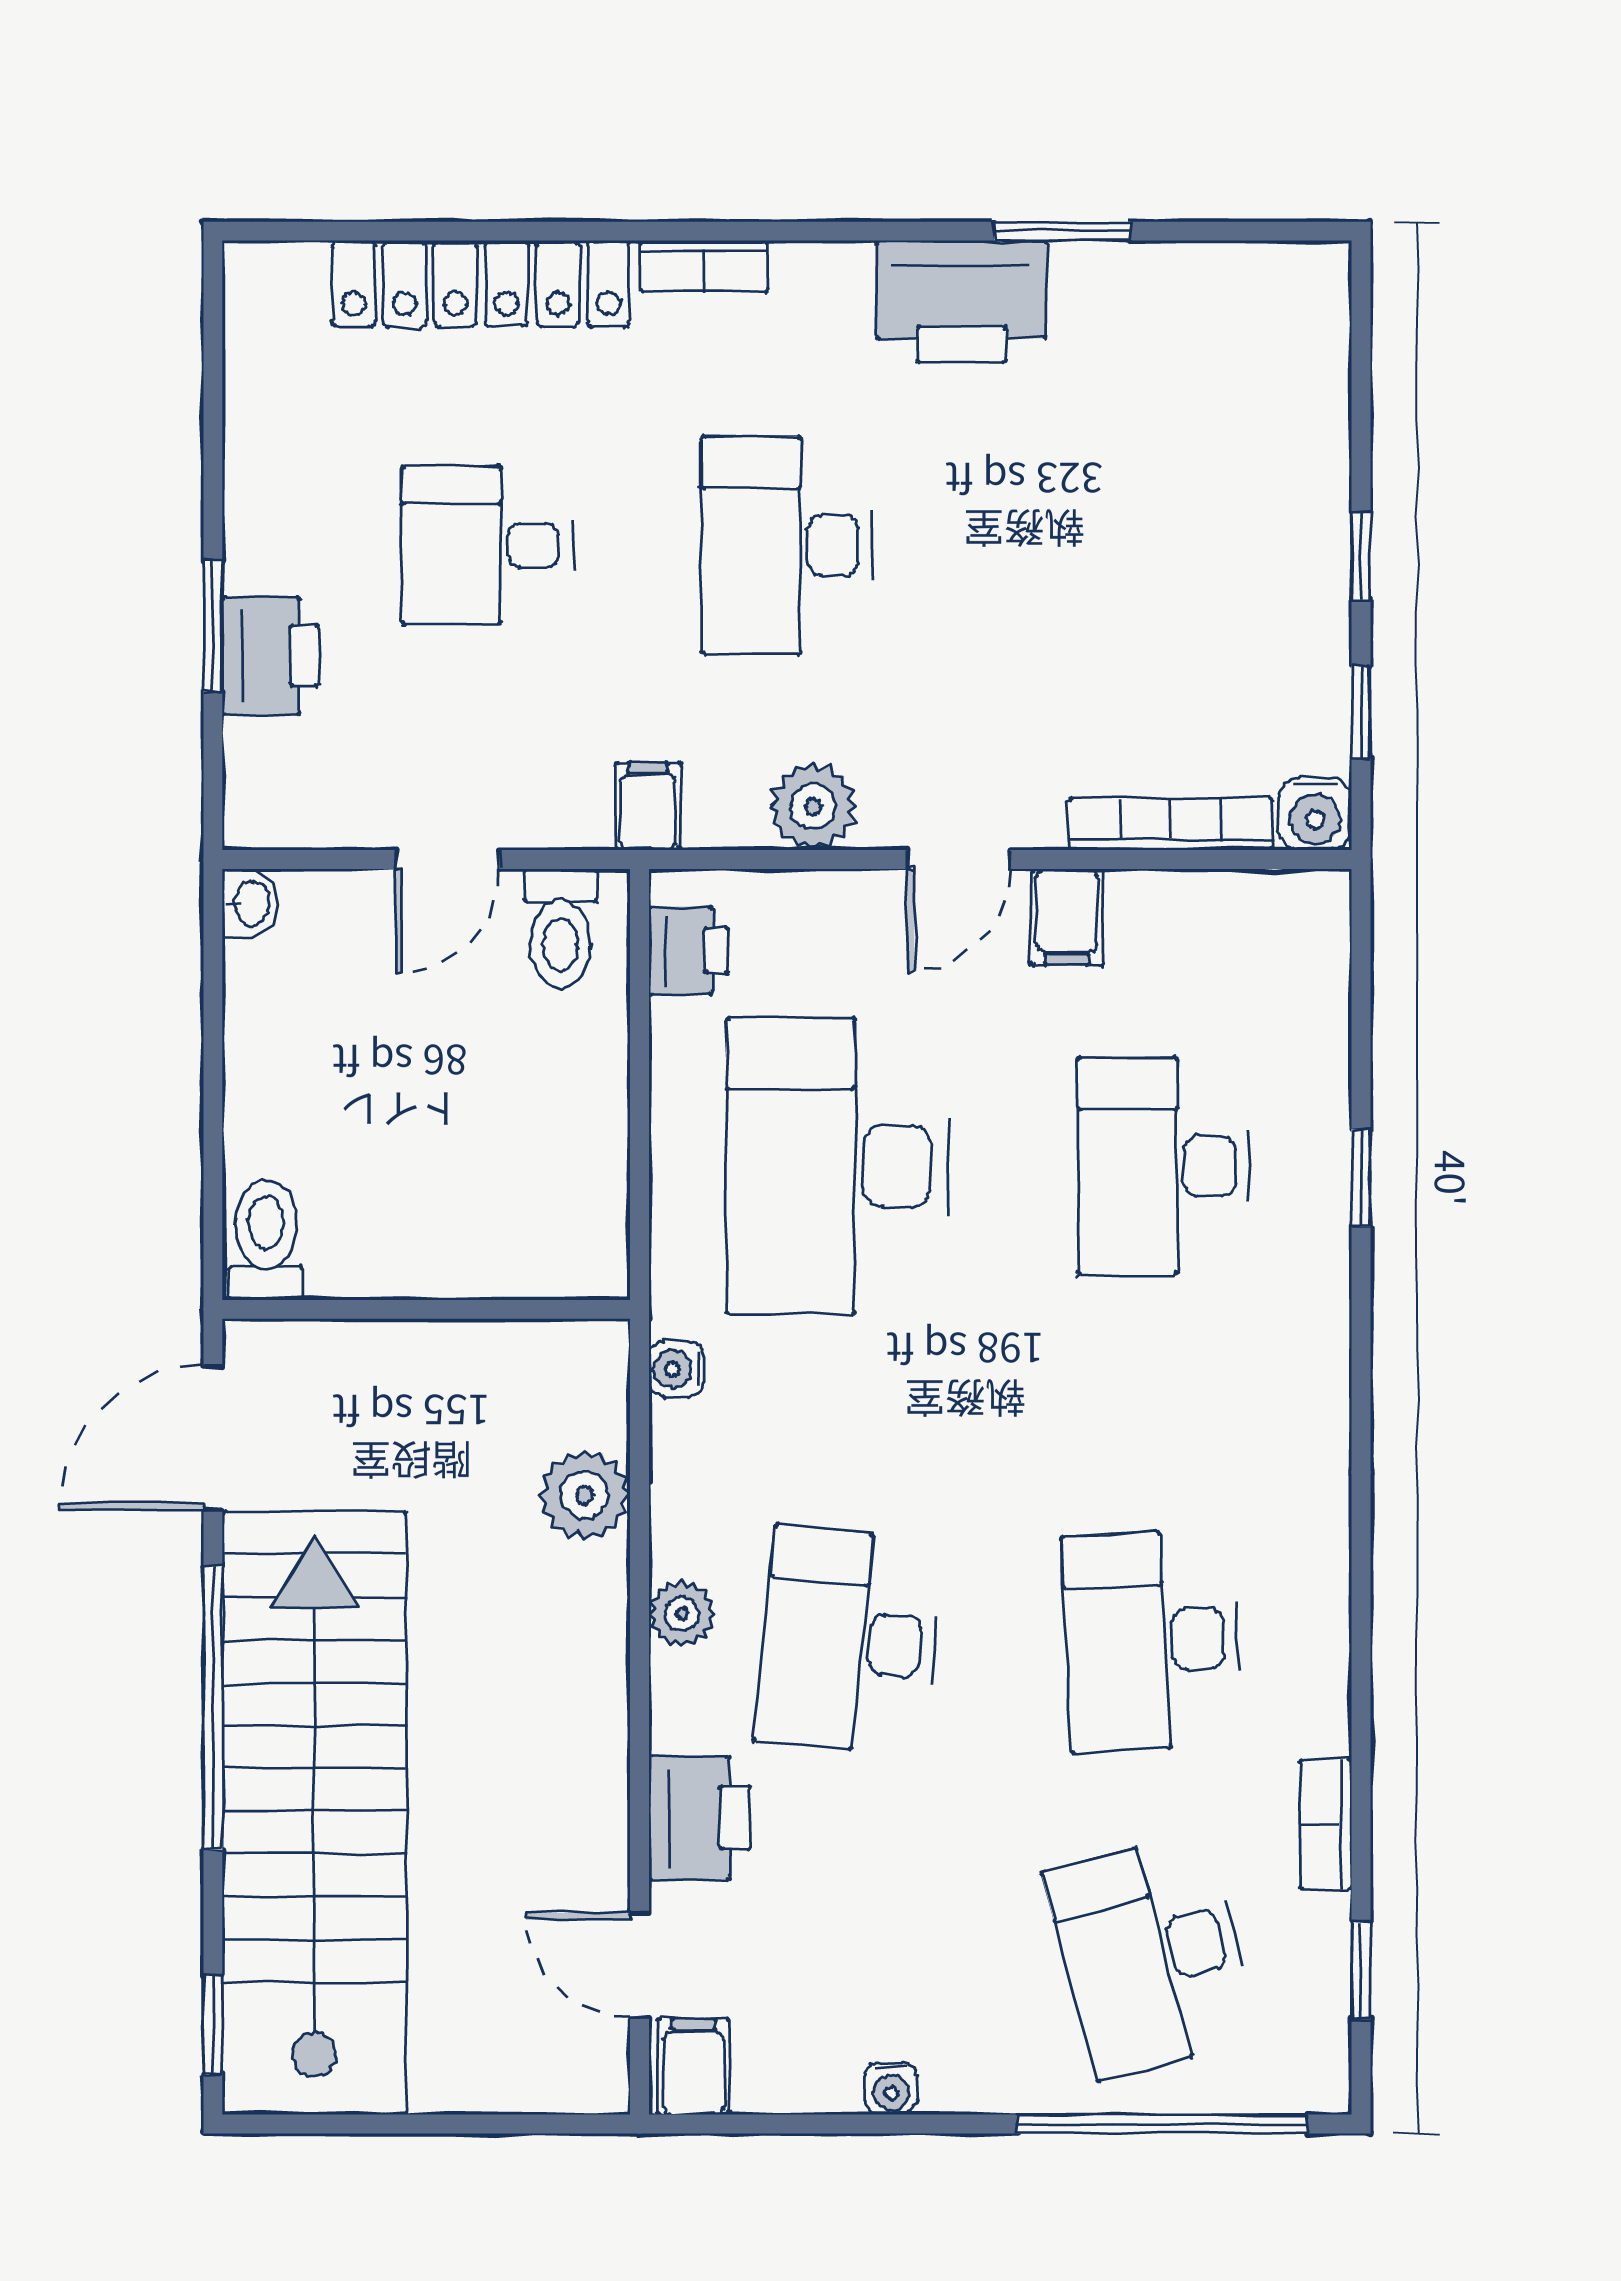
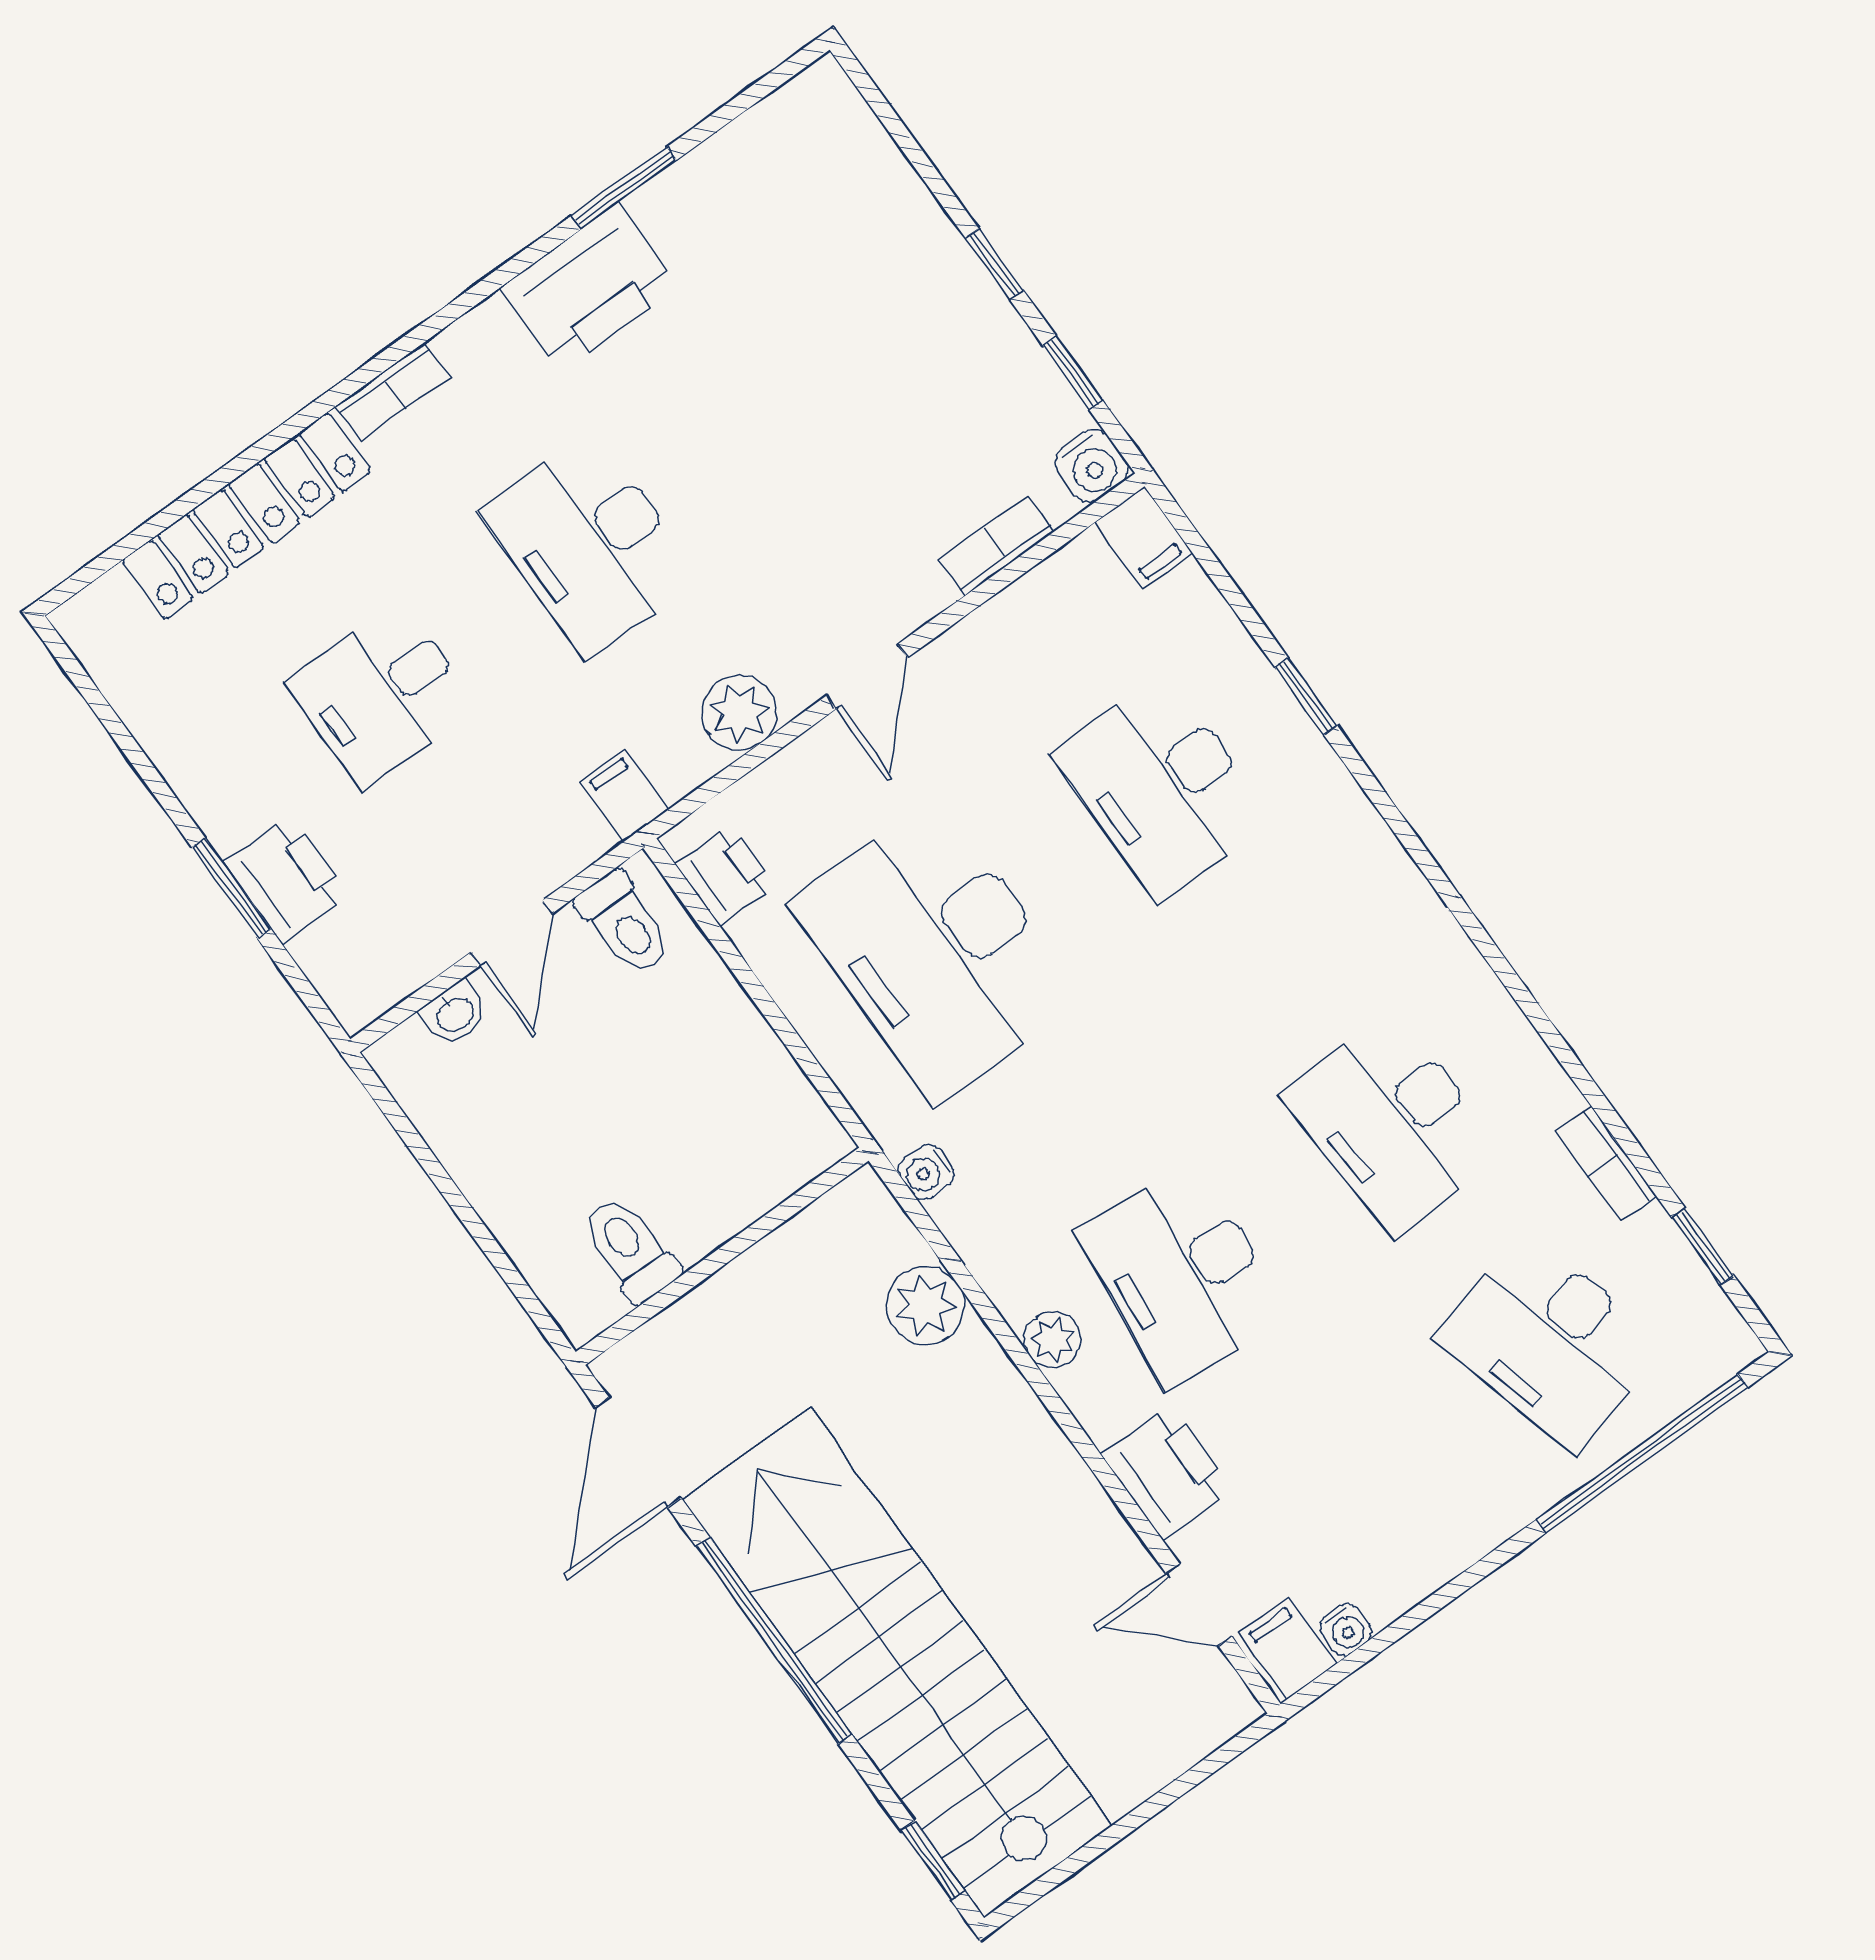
bookcase: (1171, 824) -> (997, 546), width x0.64
washbasin: (250, 903) -> (455, 1013), moved, turned 90
filing cabinet: (1067, 917) -> (1144, 538), moved
toilet: (266, 1240) -> (630, 1249), moved
water cooler: (891, 2089) -> (1346, 1629), moved

